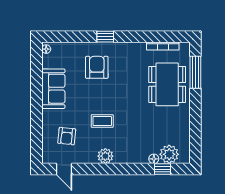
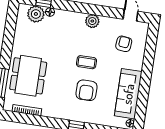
armchair: (97, 67) -> (86, 90), moved
sofa: (53, 89) -> (128, 94), width x1.36
coffee table: (102, 121) -> (86, 62), moved

